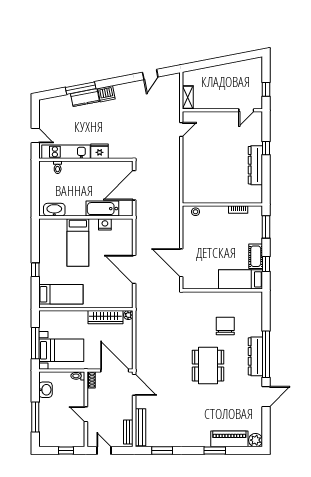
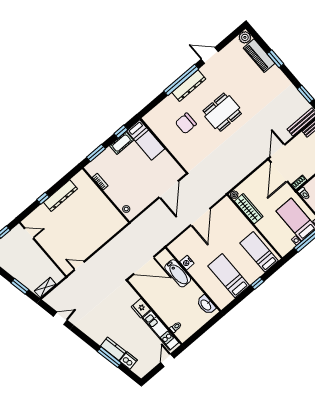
window: (207, 63) -> (20, 286), added
dishwasher: (106, 94) -> (128, 361), moved
shelving: (188, 97) -> (45, 288), moved
bed: (78, 243) -> (229, 276), moved, turned -90

